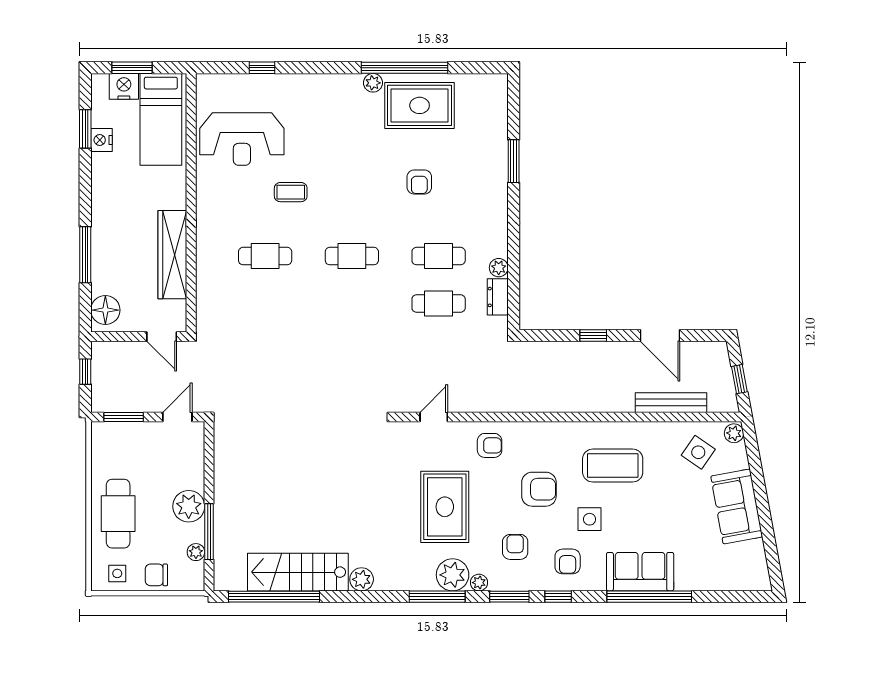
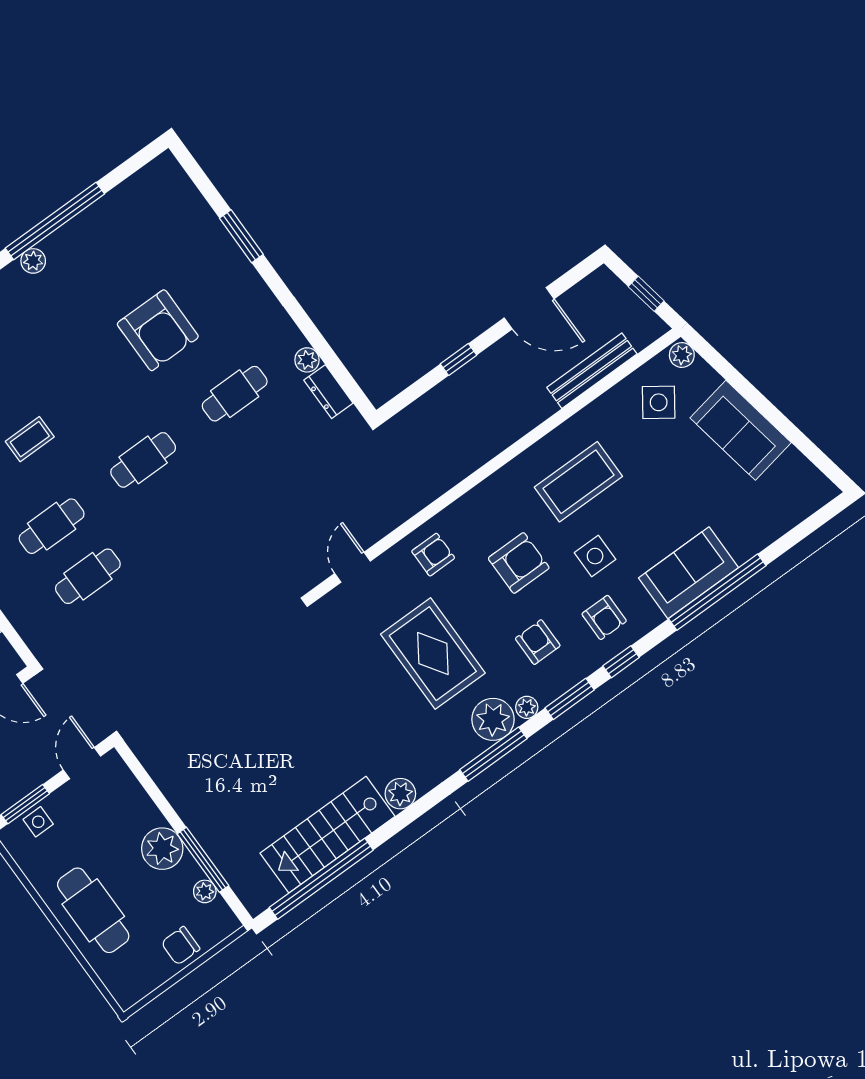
rug: (420, 105) -> (100, 249), removed
armchair: (419, 182) -> (158, 330), width x1.88, depth x1.88
cafe table: (439, 303) -> (88, 576), moved
side table: (117, 573) -> (38, 822), moved

